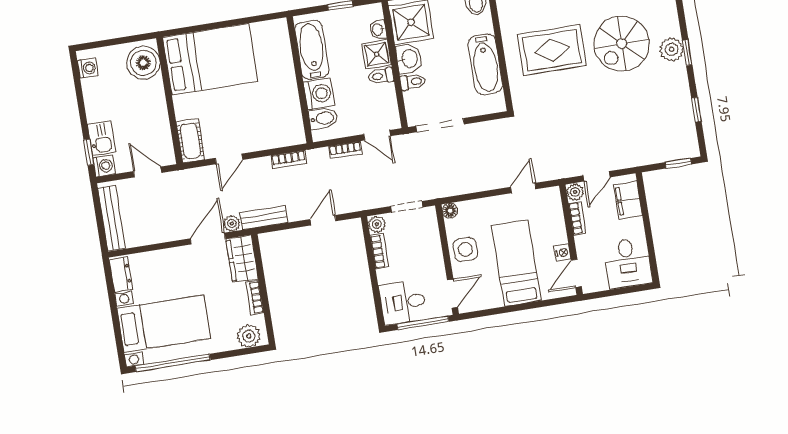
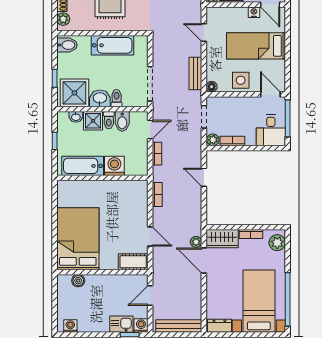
boiler: (143, 63) -> (78, 281), width x0.54, depth x0.54
bidet: (323, 118) -> (122, 121), moved, turned 180
bench: (264, 218) -> (195, 74), moved

